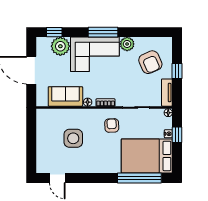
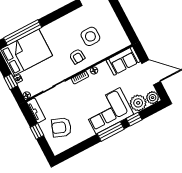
window: (54, 32) -> (134, 119), moved
plant: (127, 44) -> (153, 98), moved
armchair: (150, 62) -> (61, 127), turned -46
sofa: (65, 96) -> (123, 61), moved
armchair: (112, 125) -> (77, 56), moved

